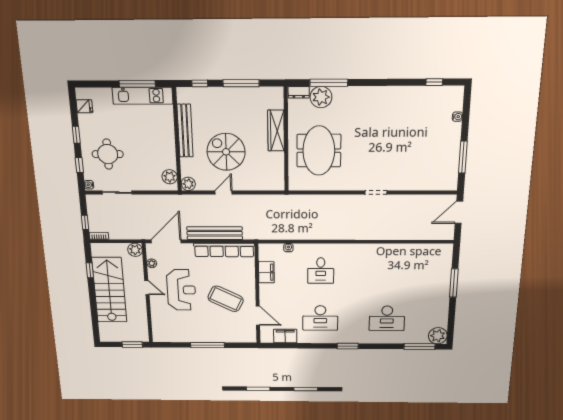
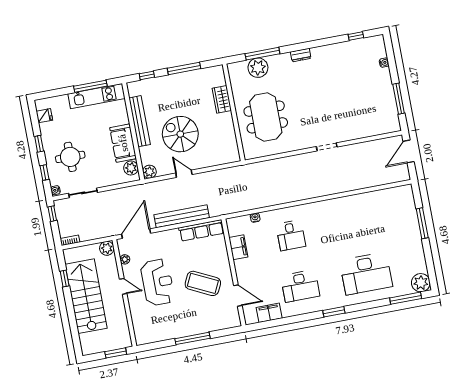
dresser: (299, 92) -> (301, 55), moved
wardrobe: (276, 131) -> (222, 99), width x0.67
sofa: (165, 150) -> (123, 143), added
door: (223, 192) -> (184, 174), hinge flipped
window: (85, 222) -> (52, 214), moved
row of seats: (224, 250) -> (201, 230), width x0.73
desk: (387, 318) -> (366, 274), width x1.36, depth x1.30

